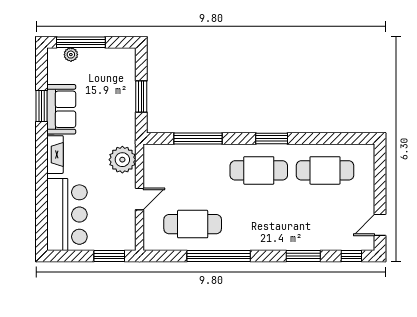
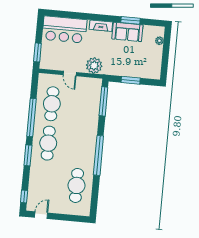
window: (81, 42) -> (166, 47), removed
window: (198, 138) -> (103, 101), moved
window: (272, 138) -> (98, 155), width x2.11
cafe table: (259, 170) -> (48, 143), moved
door: (380, 225) -> (41, 215), hinge flipped
window: (303, 256) -> (28, 155), moved

